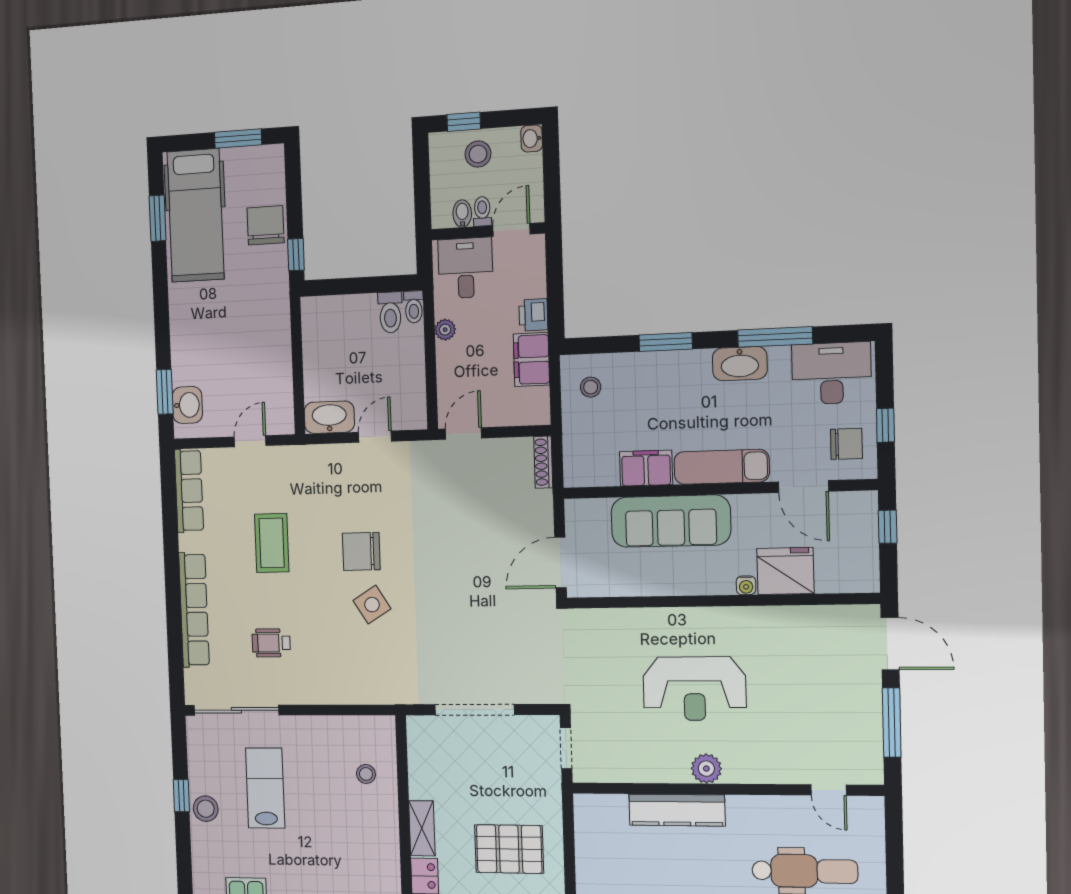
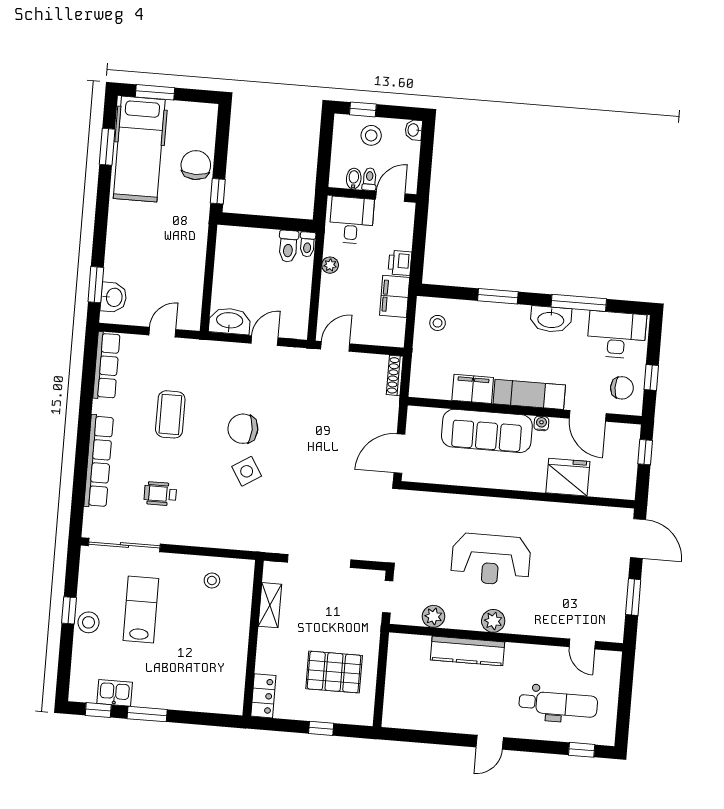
window: (238, 139) -> (155, 92), moved
water cooler: (746, 585) -> (541, 423), moved, turned 180
window: (892, 722) -> (633, 597), width x0.69
plant: (628, 769) -> (433, 616), added
stool: (366, 774) -> (212, 580), moved
shelving: (422, 828) -> (270, 605), moved

